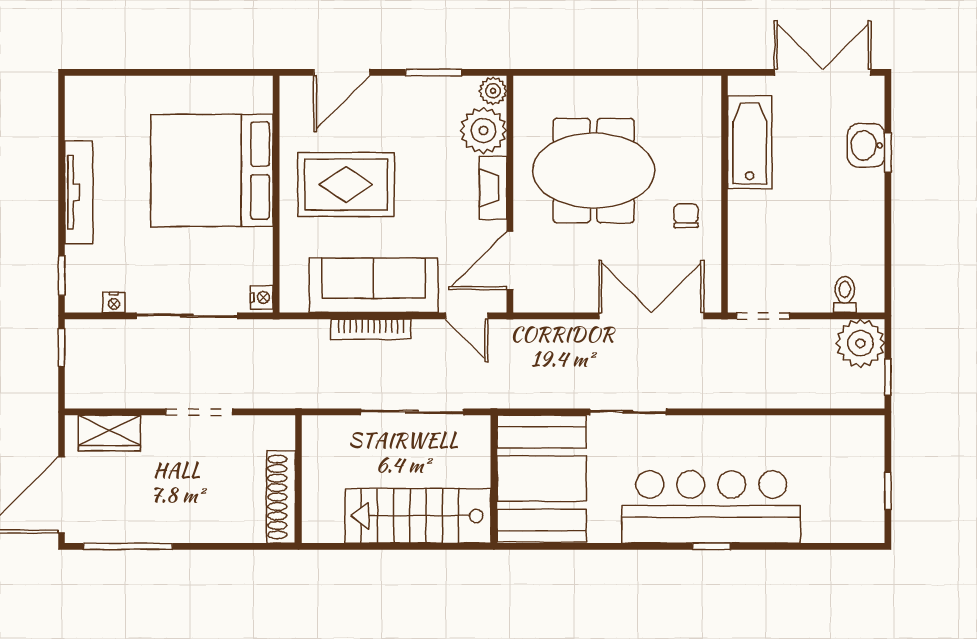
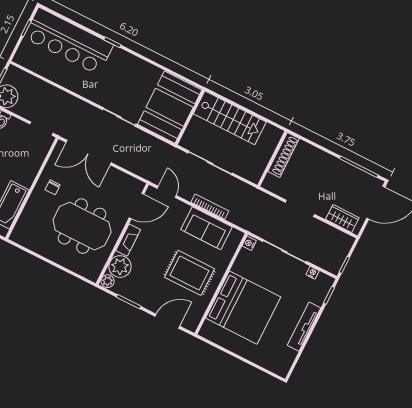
sofa: (374, 285) -> (207, 228), width x0.73
bar counter: (711, 507) -> (69, 41), moved

